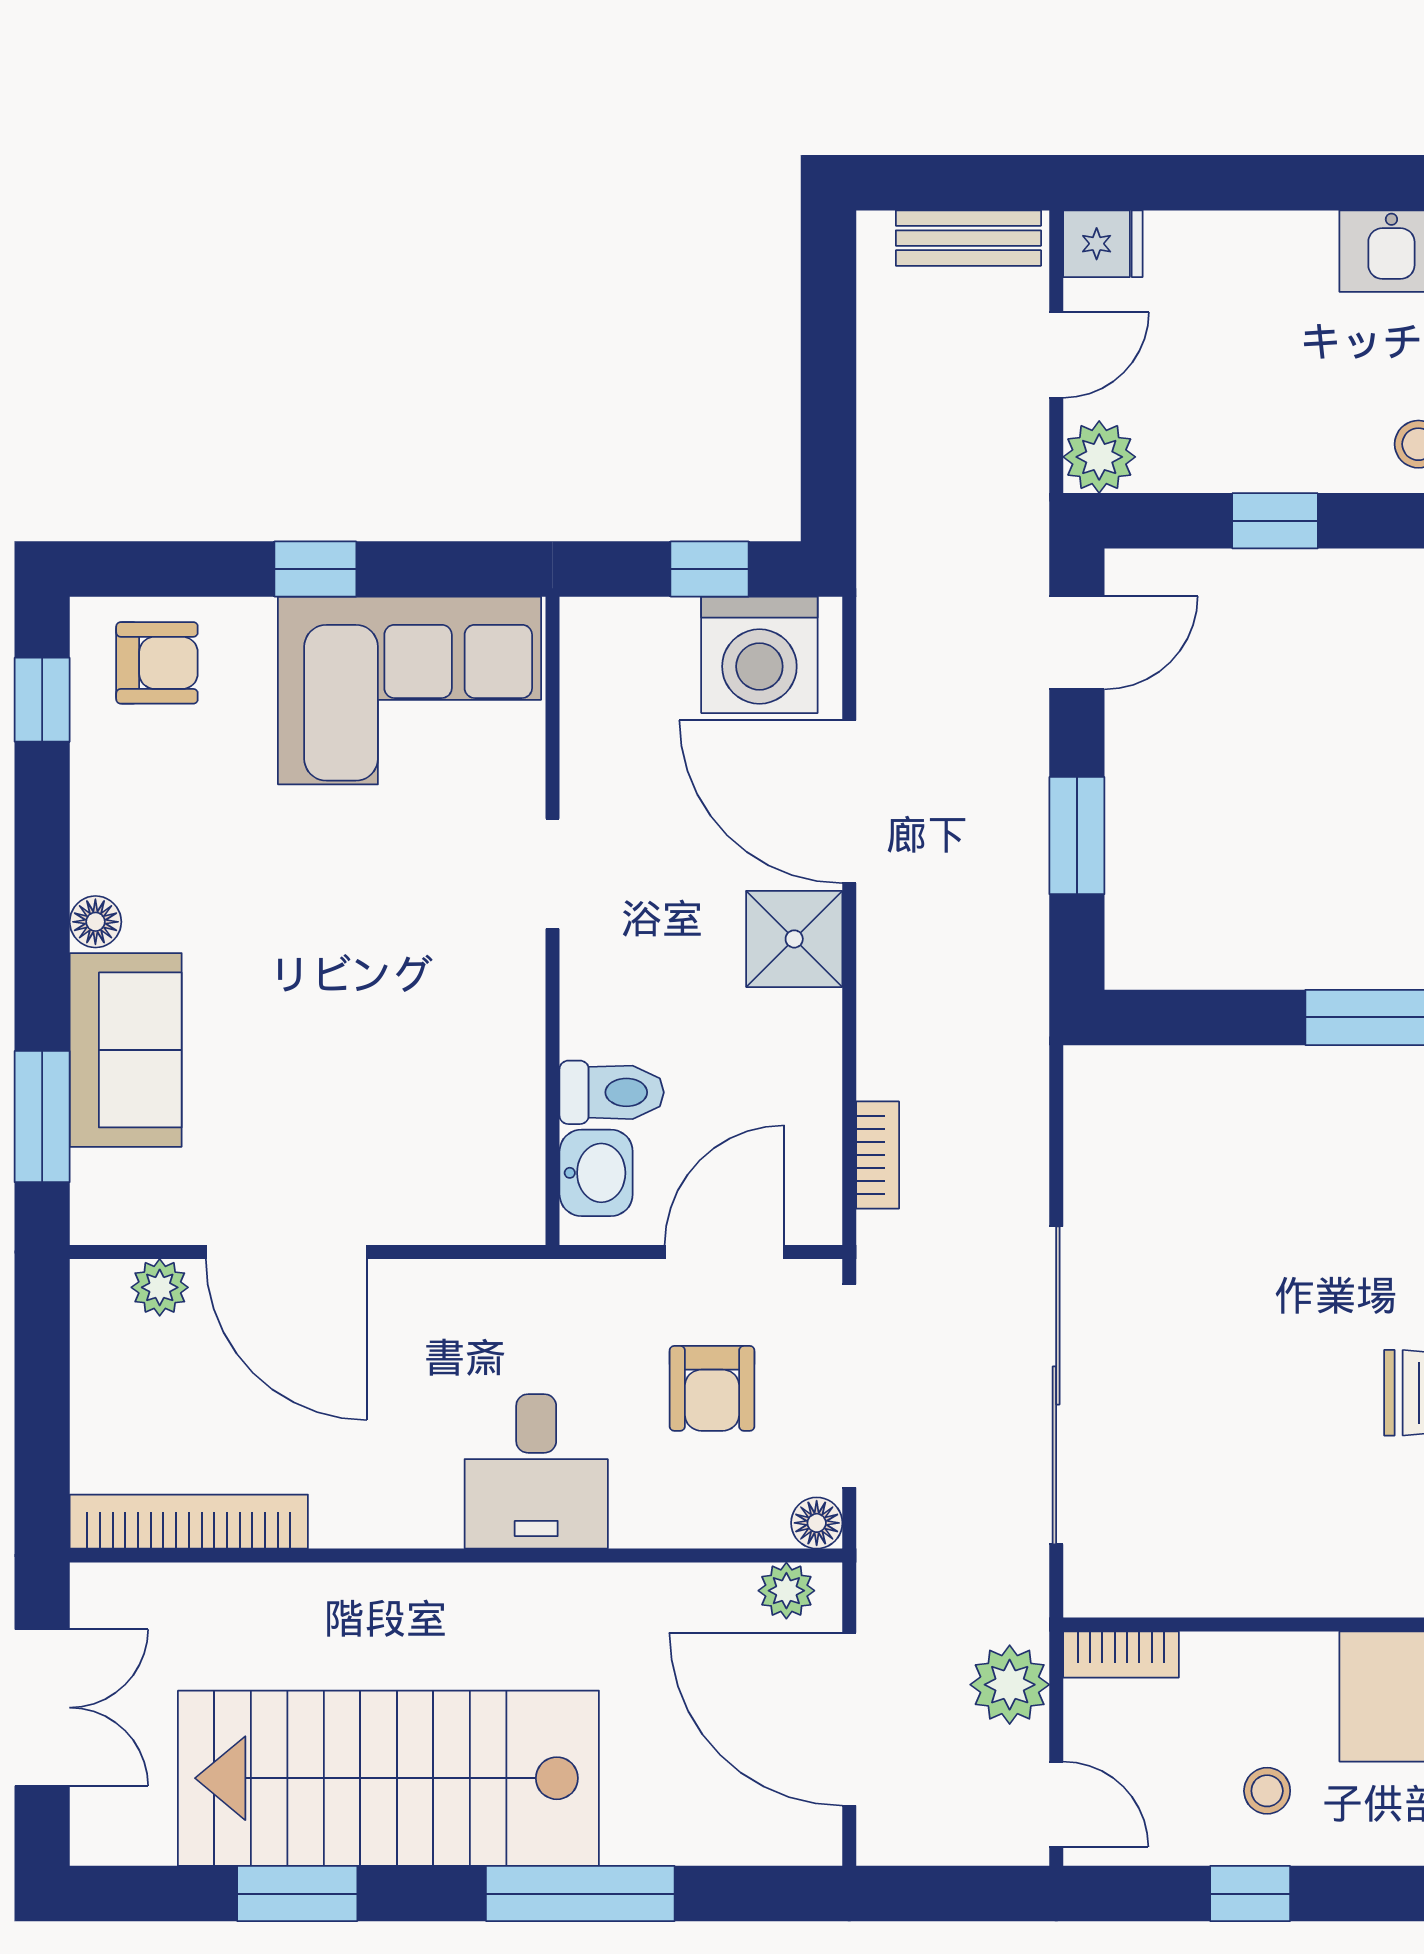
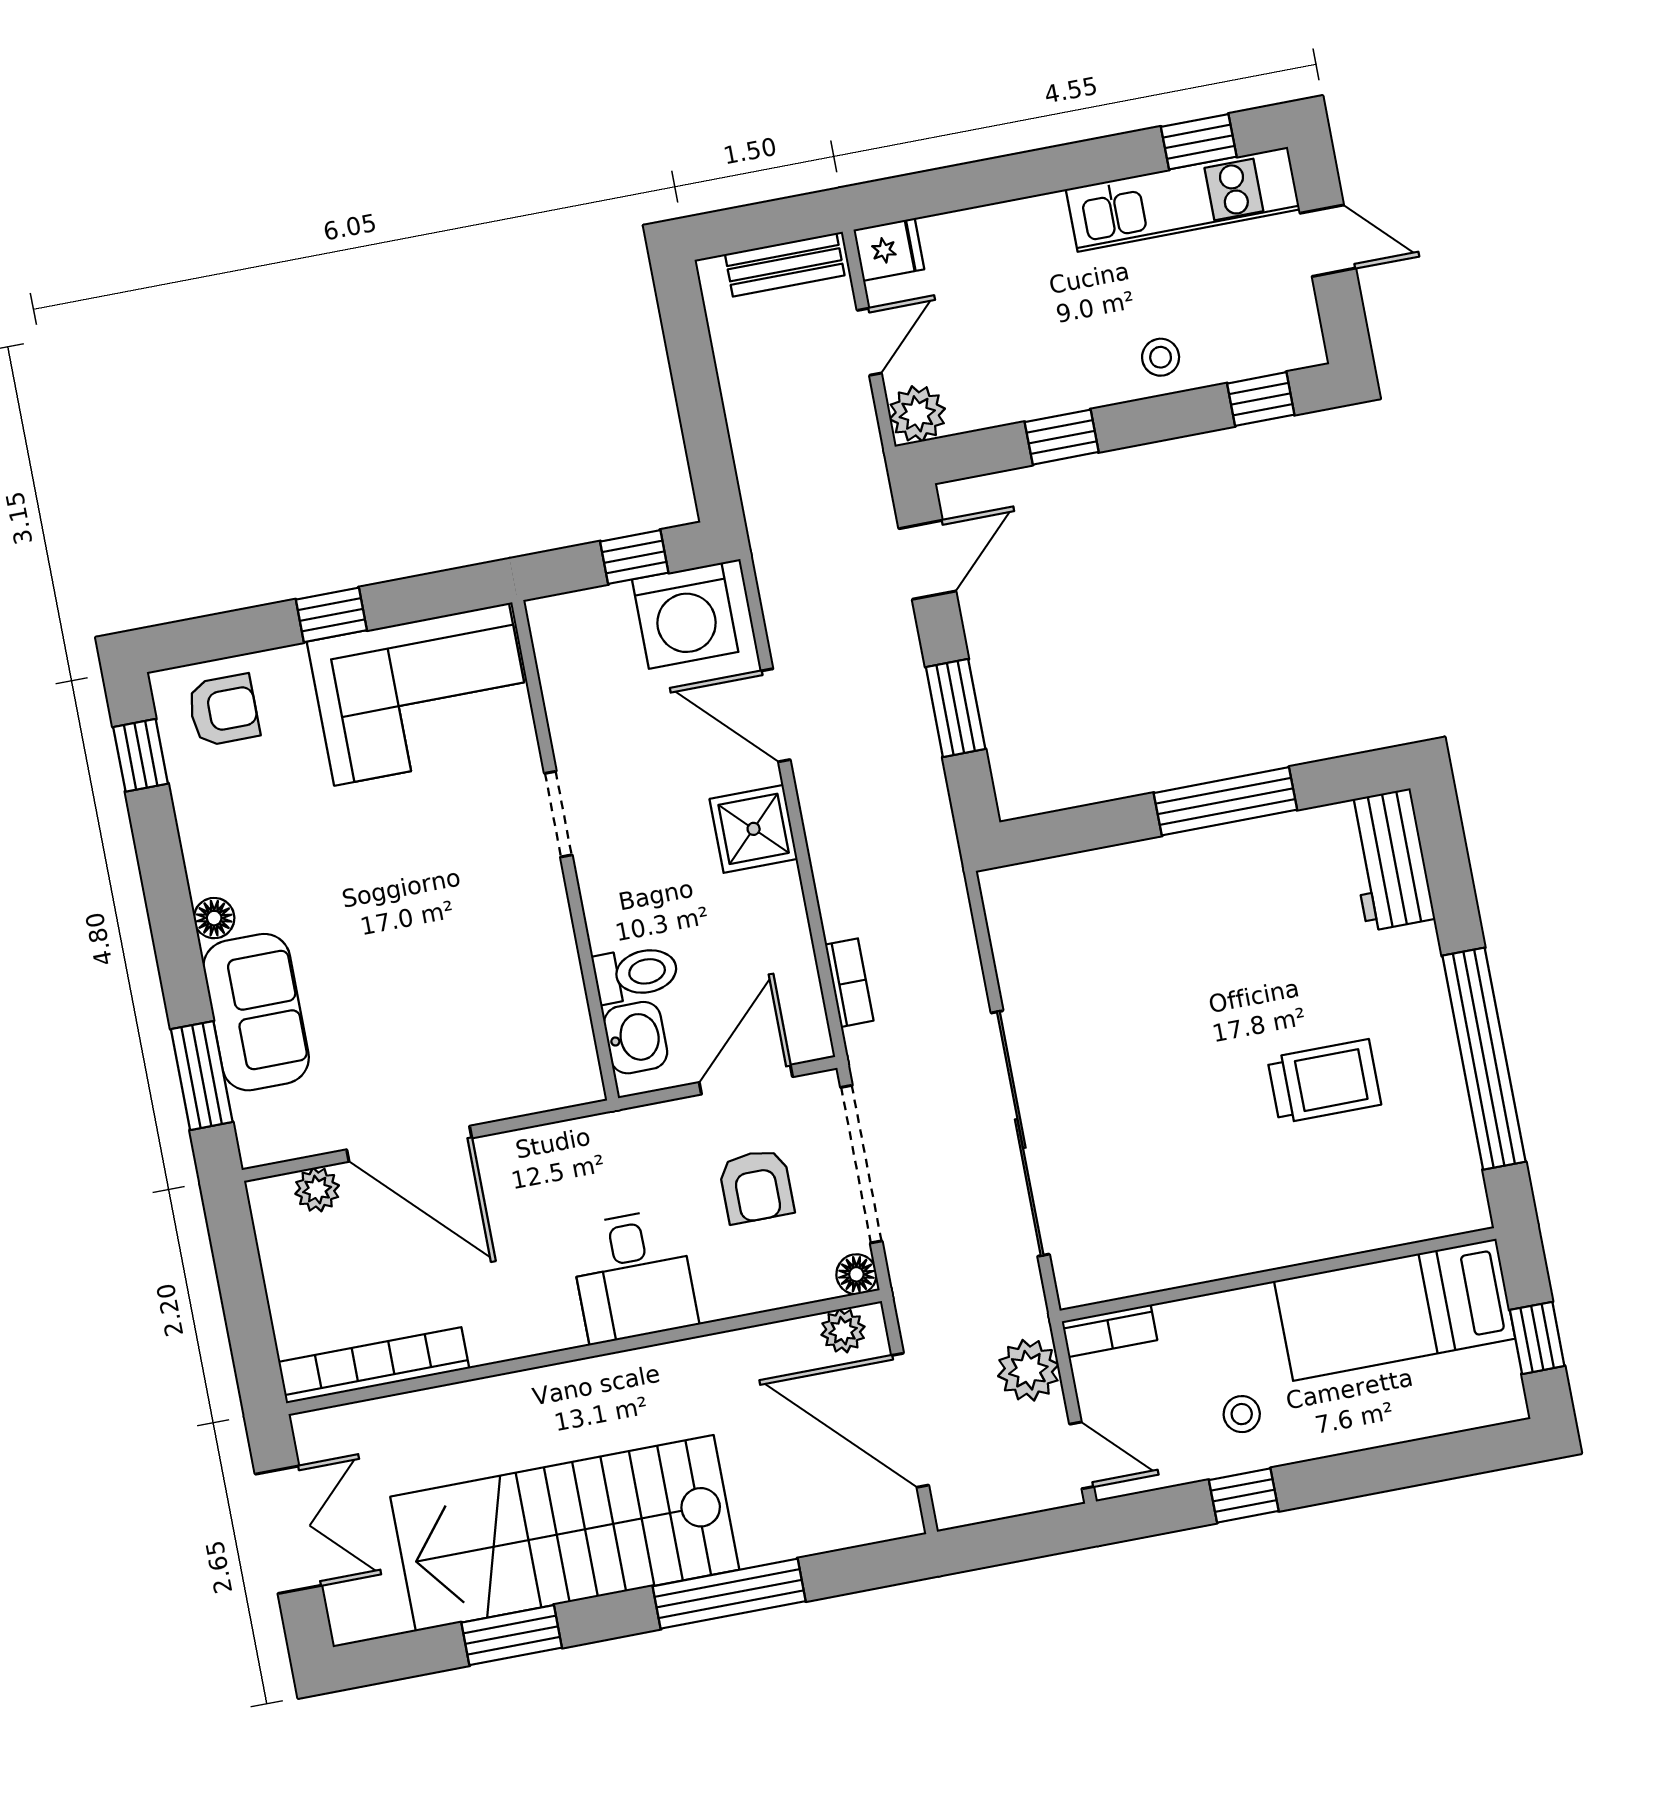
door: (849, 802) -> (776, 715), width x0.73

